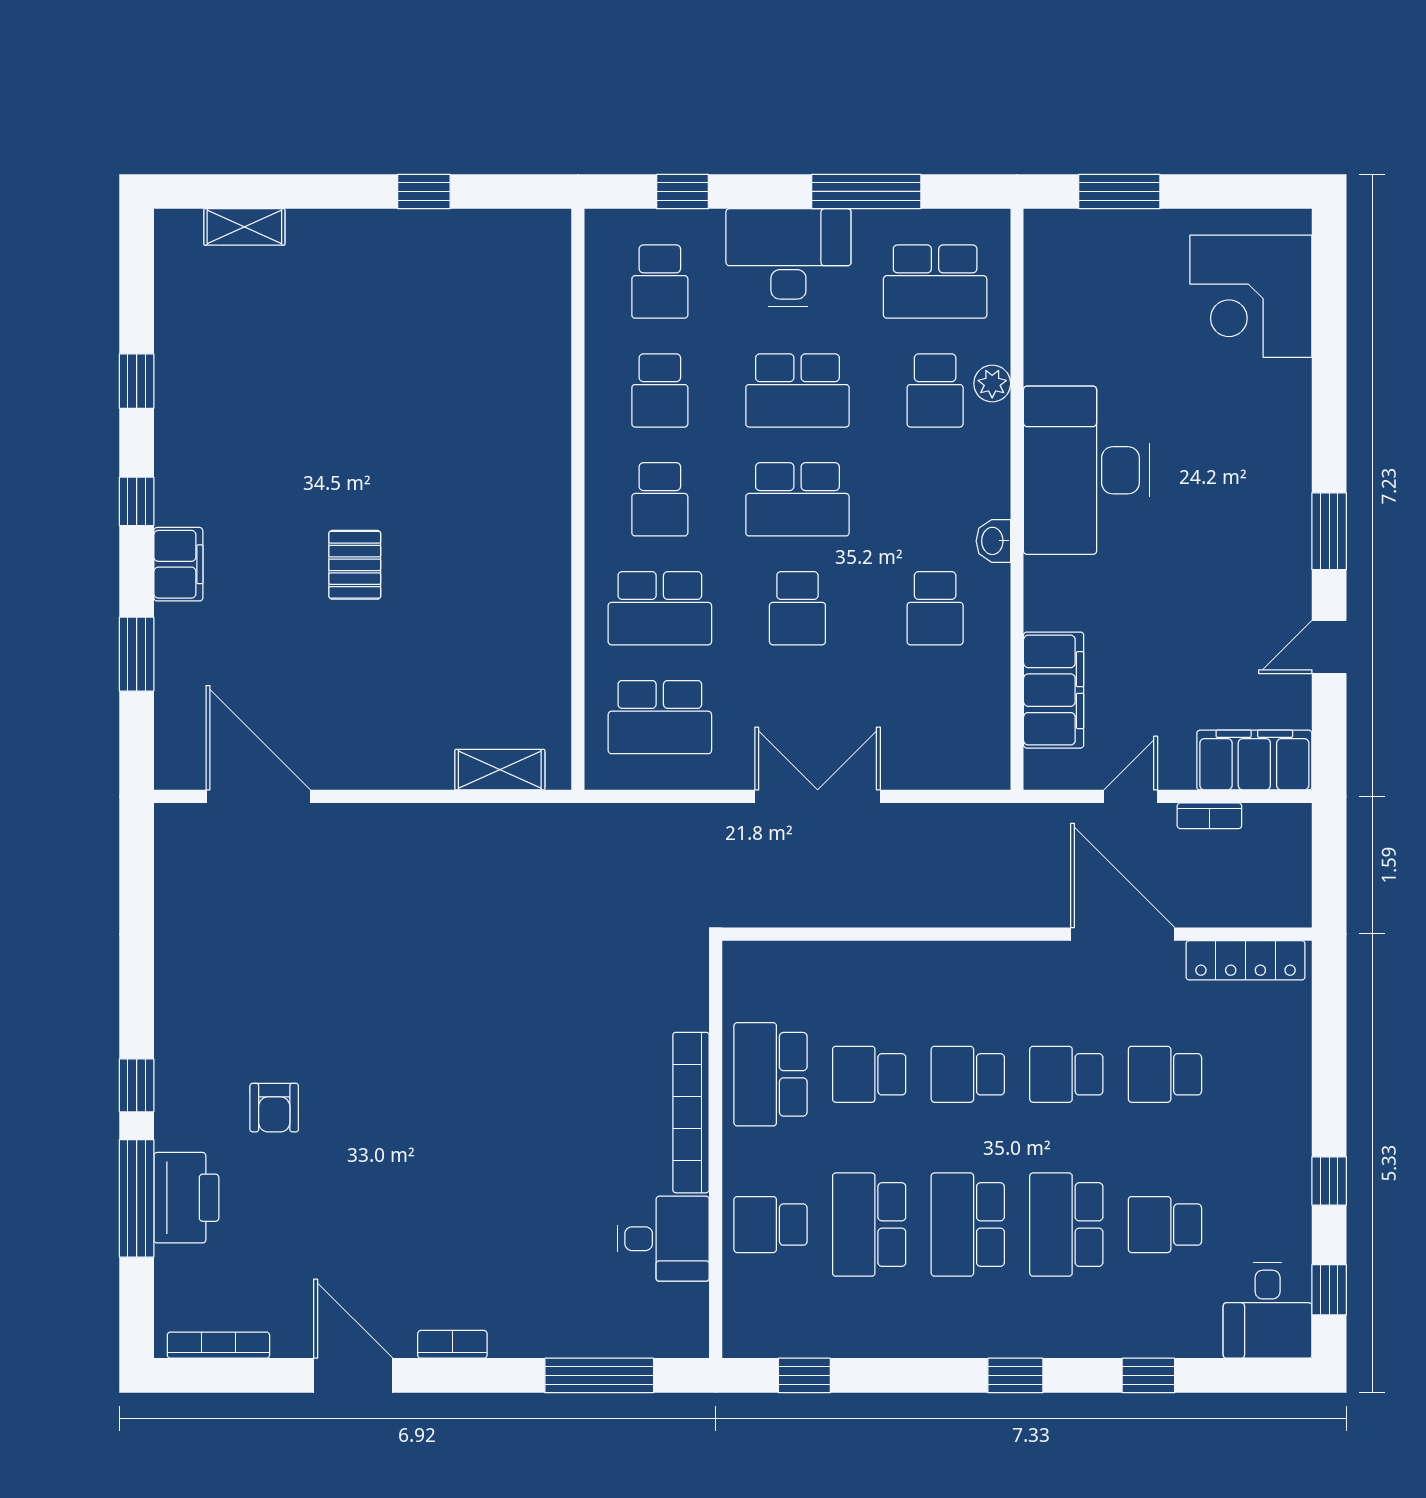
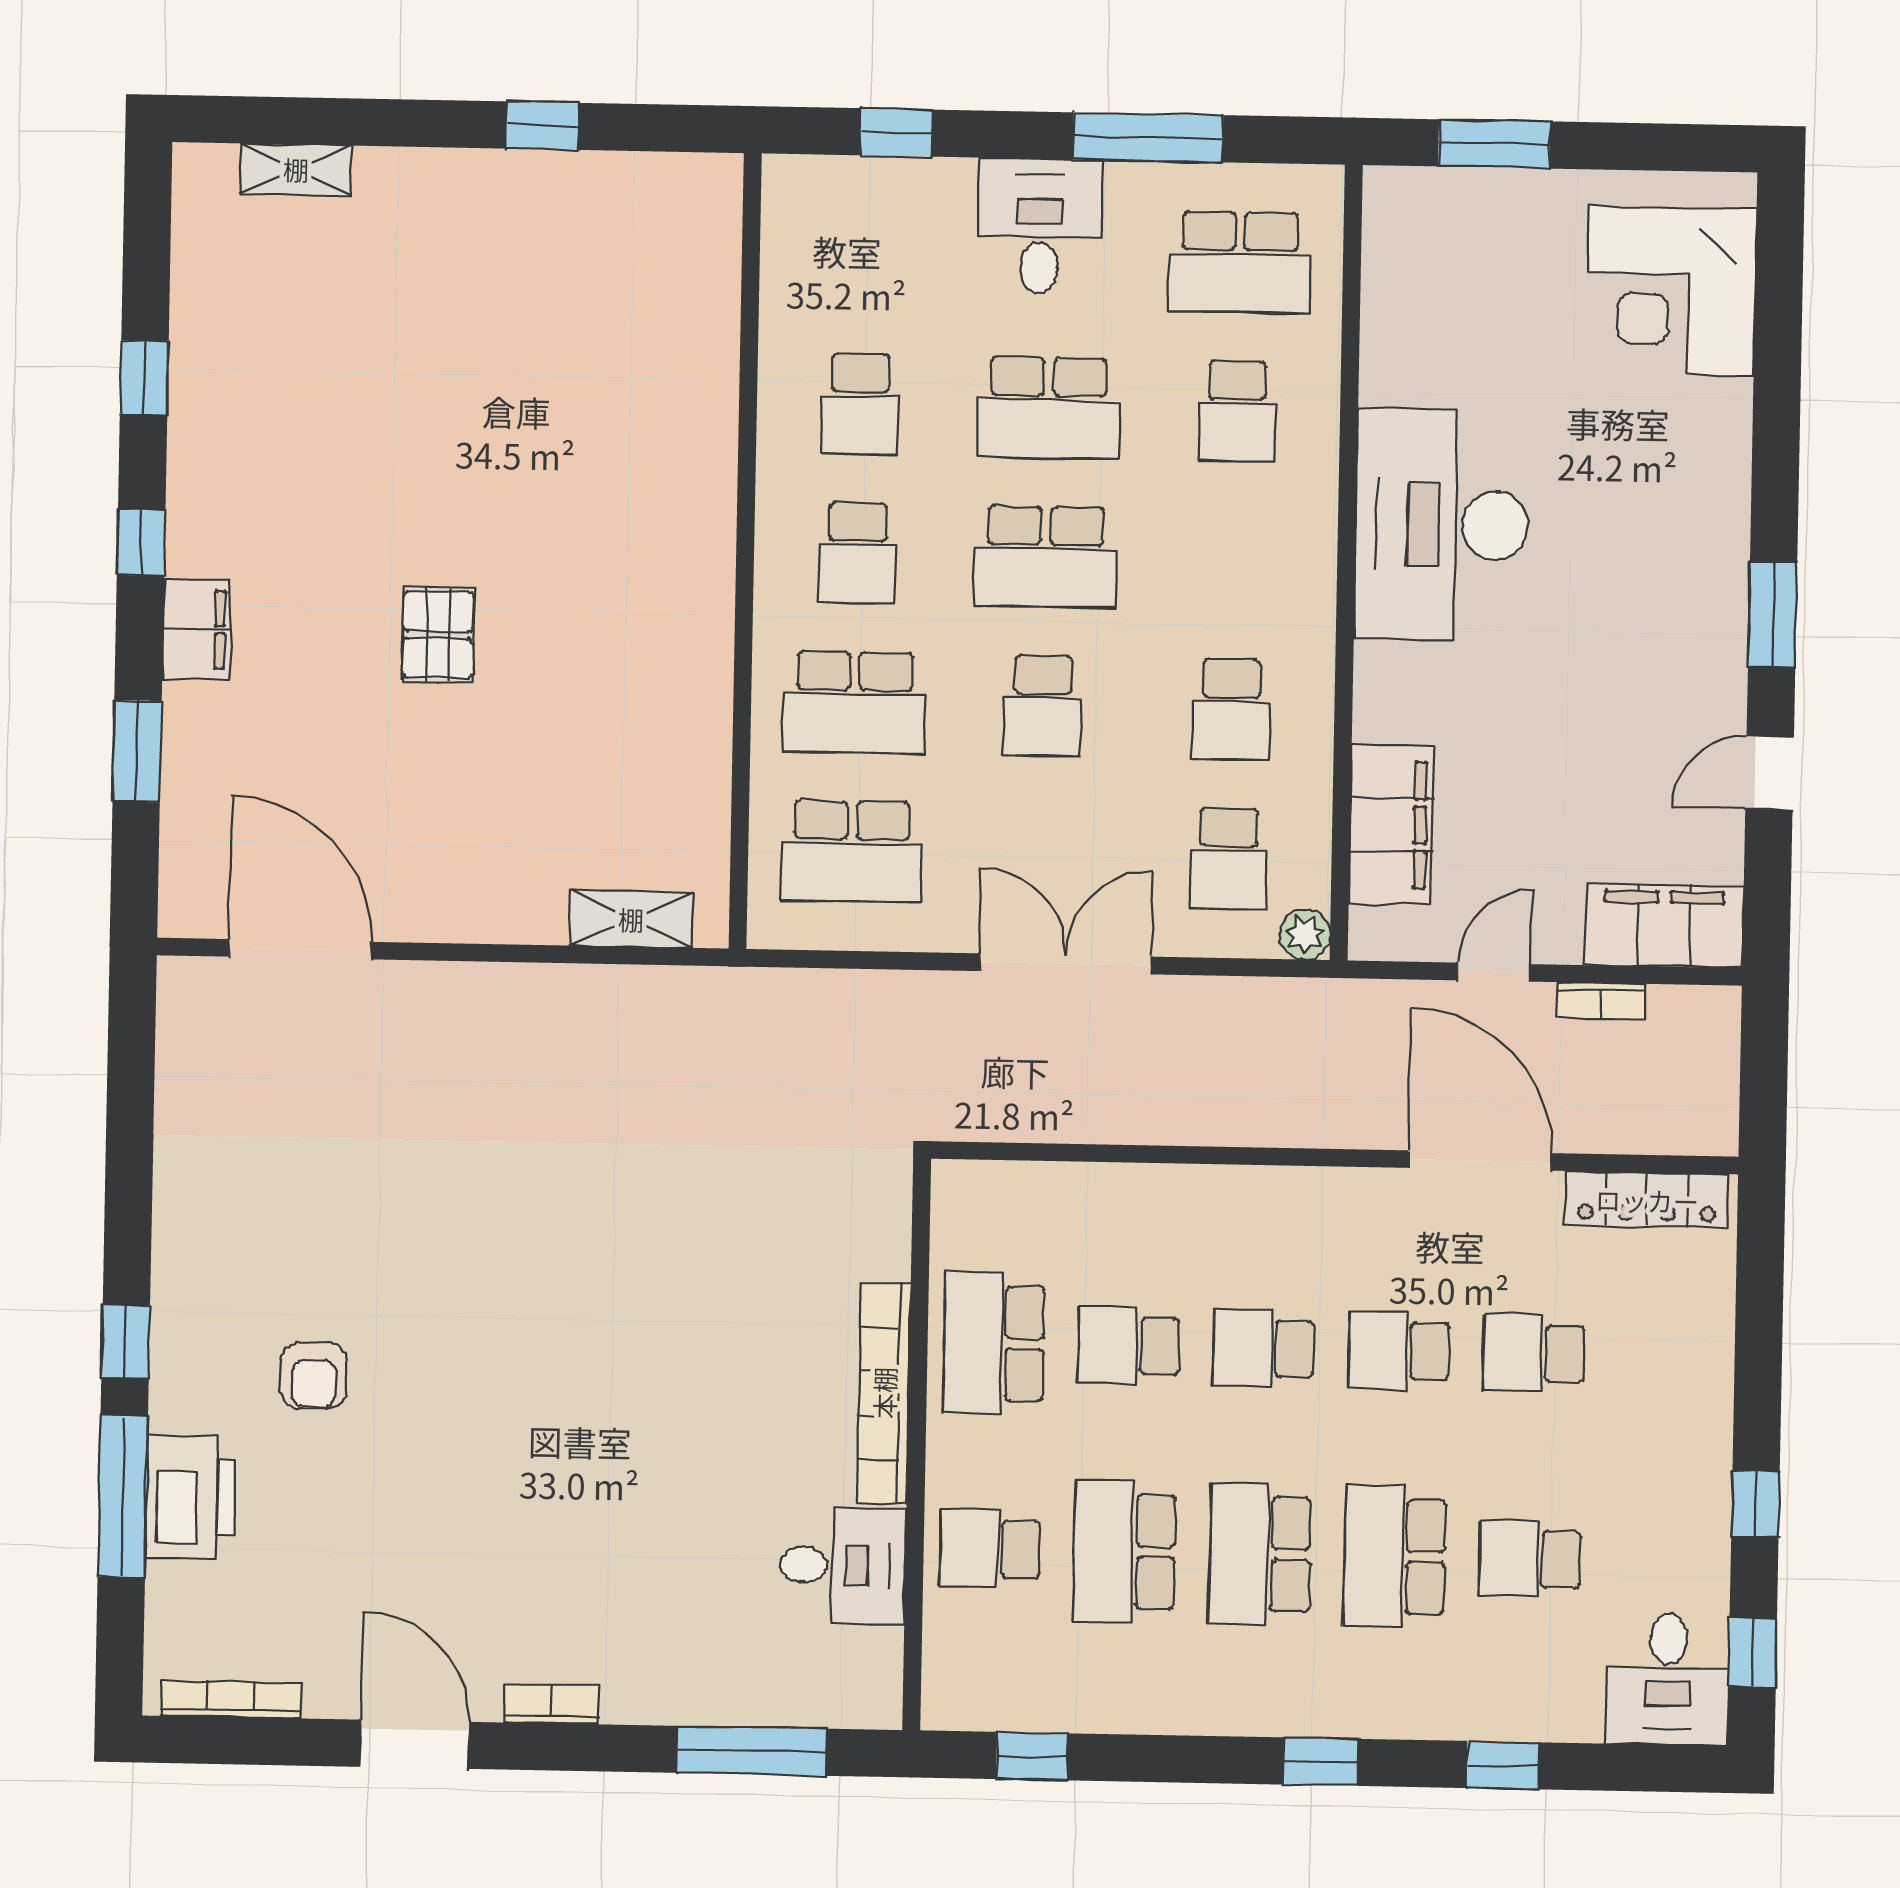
desk: (788, 258) -> (1040, 226), width x0.73
school desk: (660, 282) -> (1228, 858), moved
plant: (992, 384) -> (1305, 935), moved
washbasin: (993, 541) -> (1313, 619), removed

